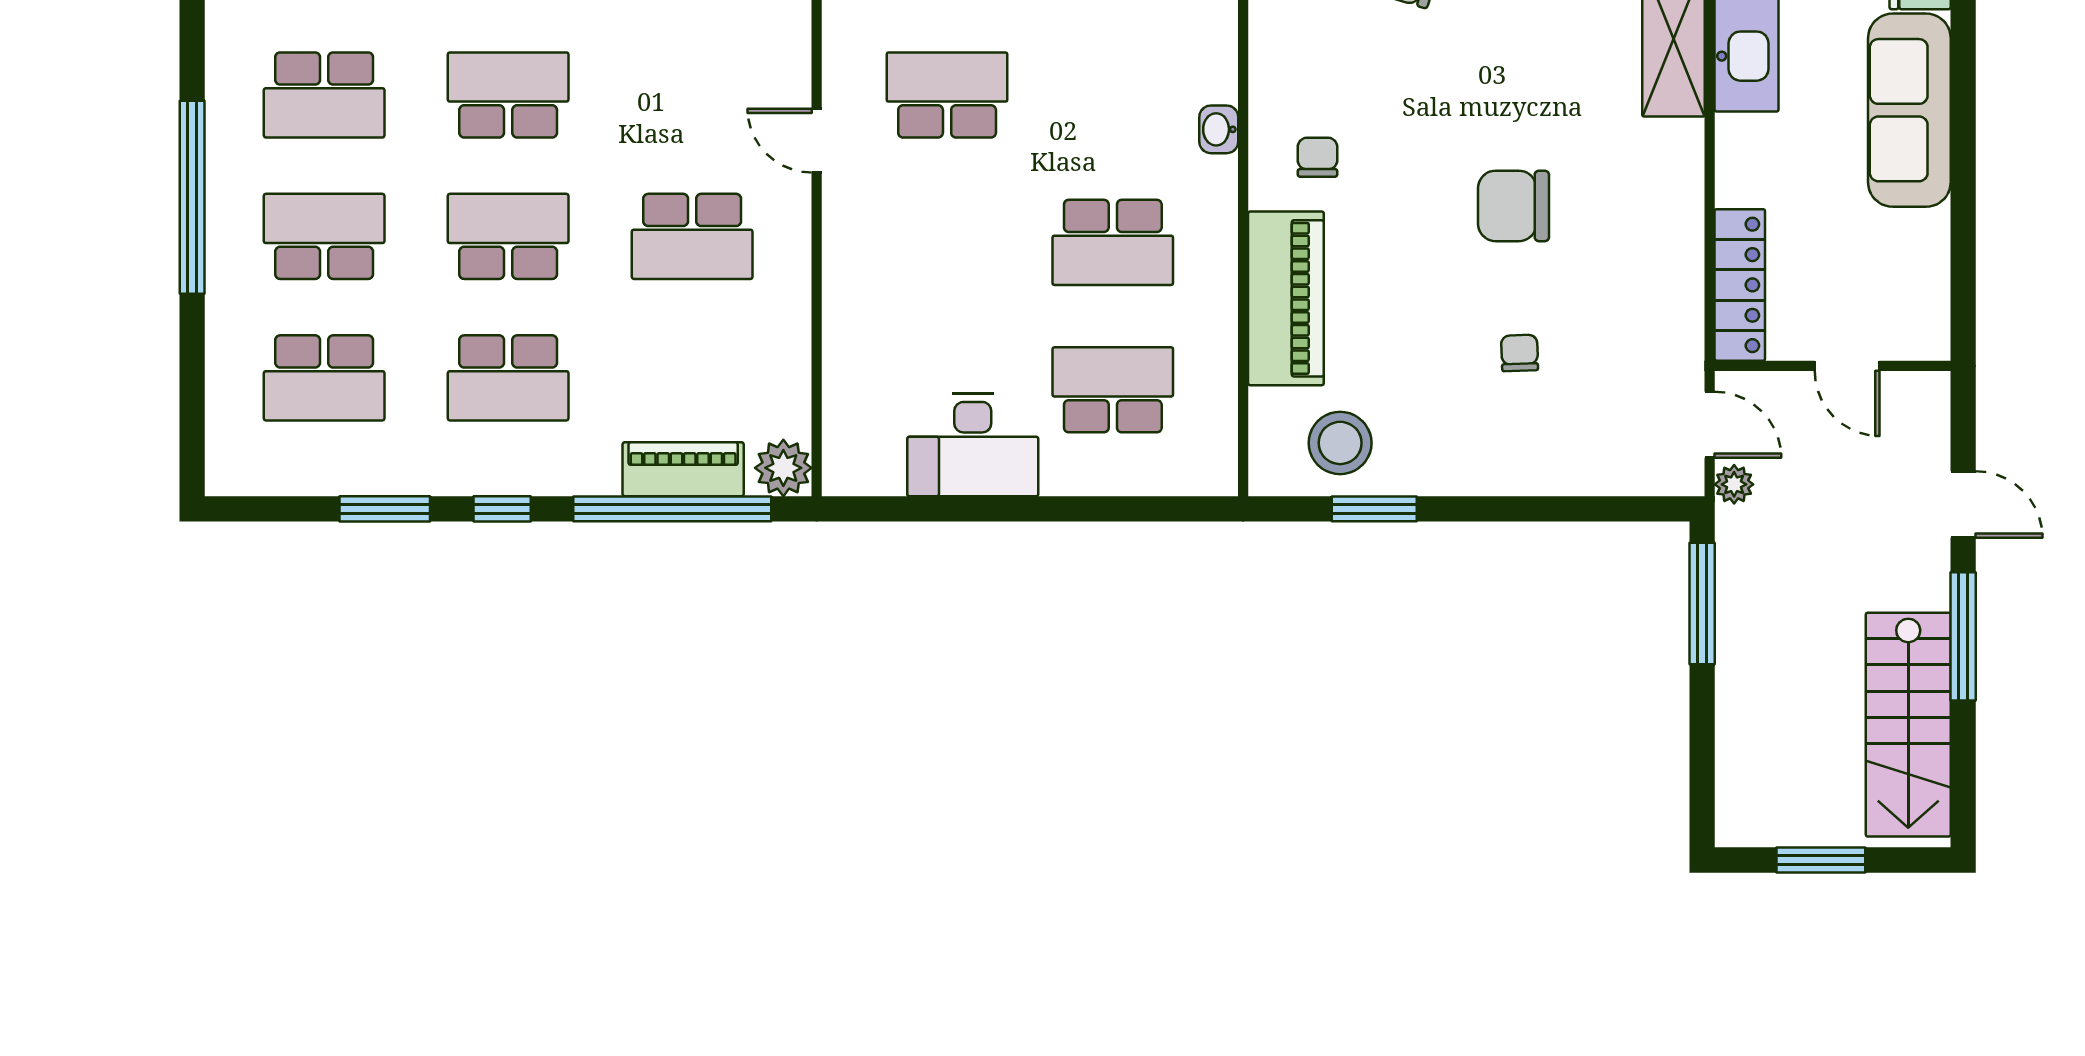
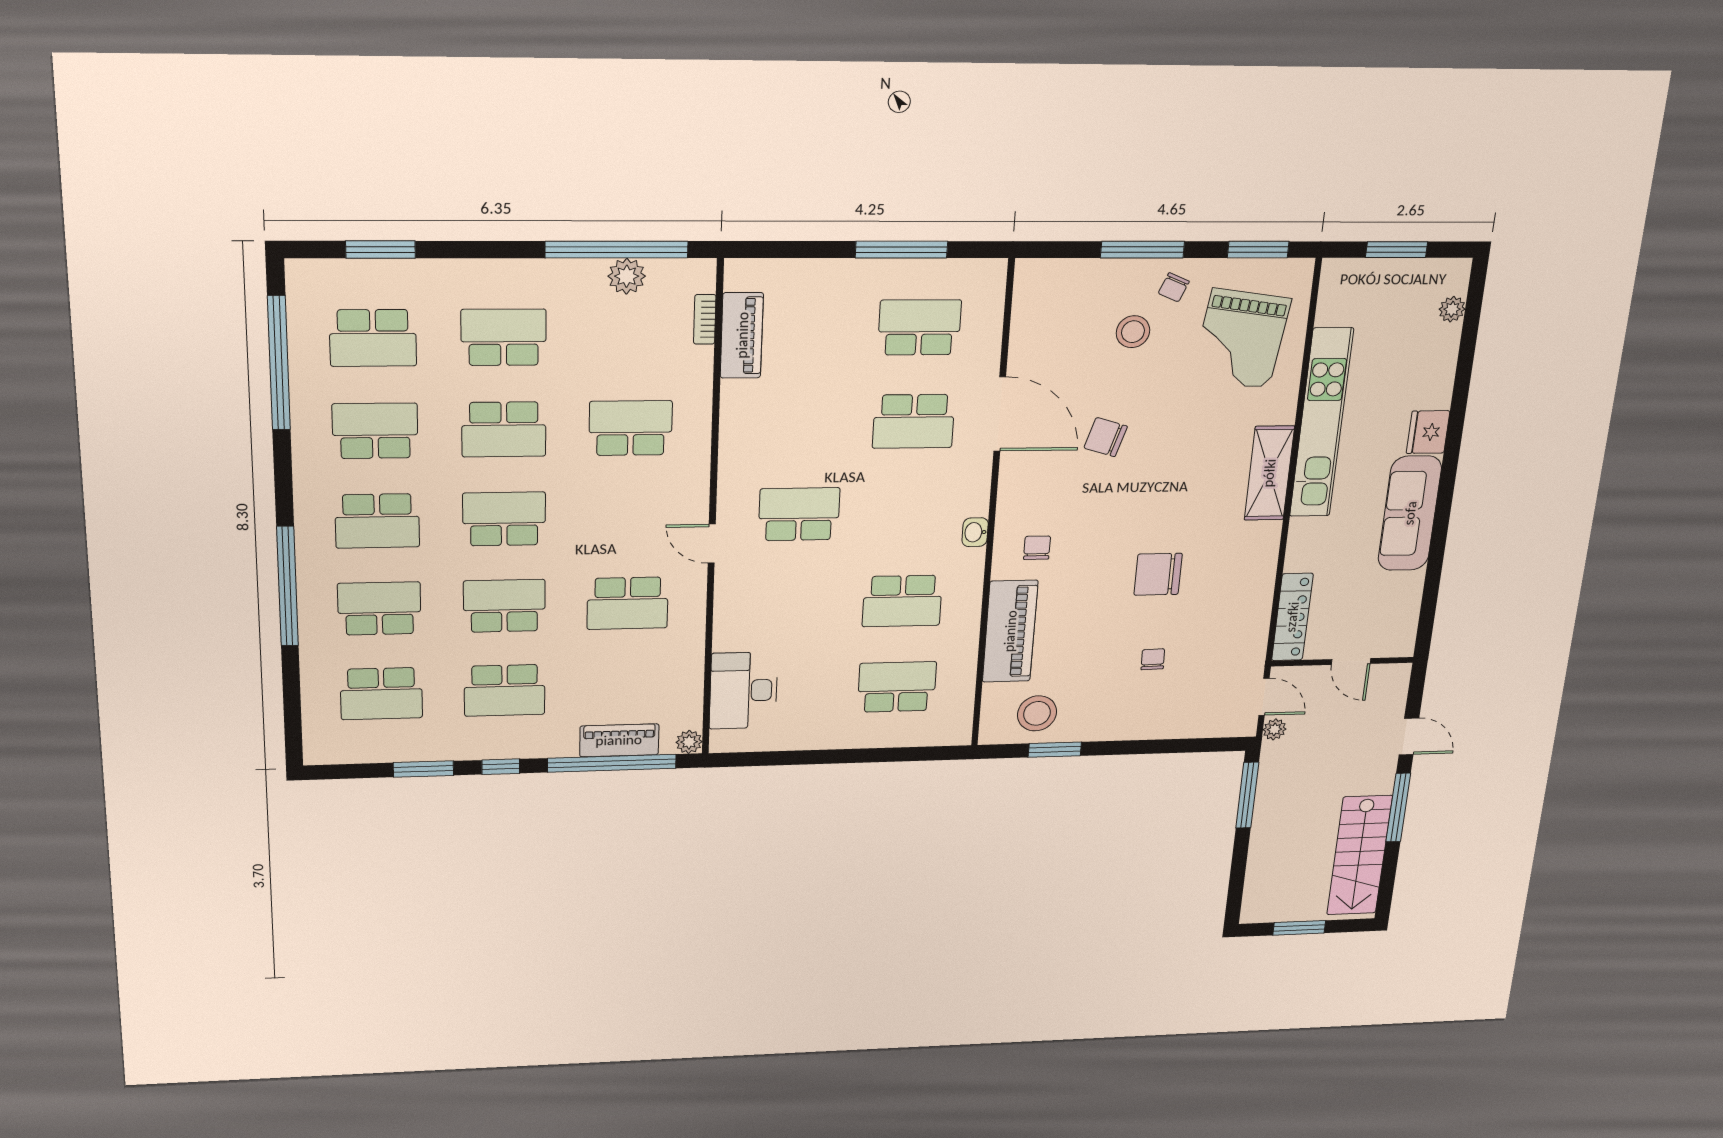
desk: (973, 445) -> (744, 690), moved, turned 90
plant: (783, 468) -> (689, 742), width x0.73, depth x0.73

